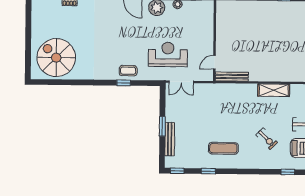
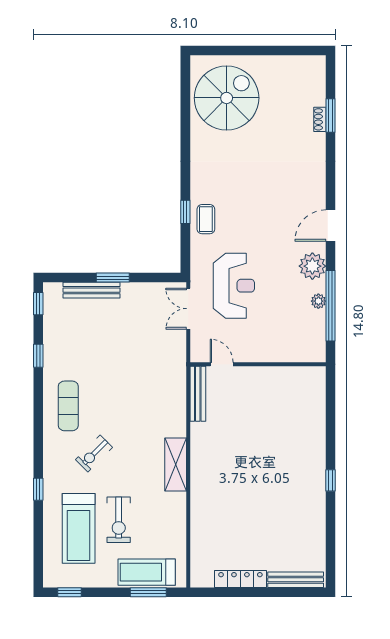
exercise mat: (223, 148) -> (68, 406), moved

